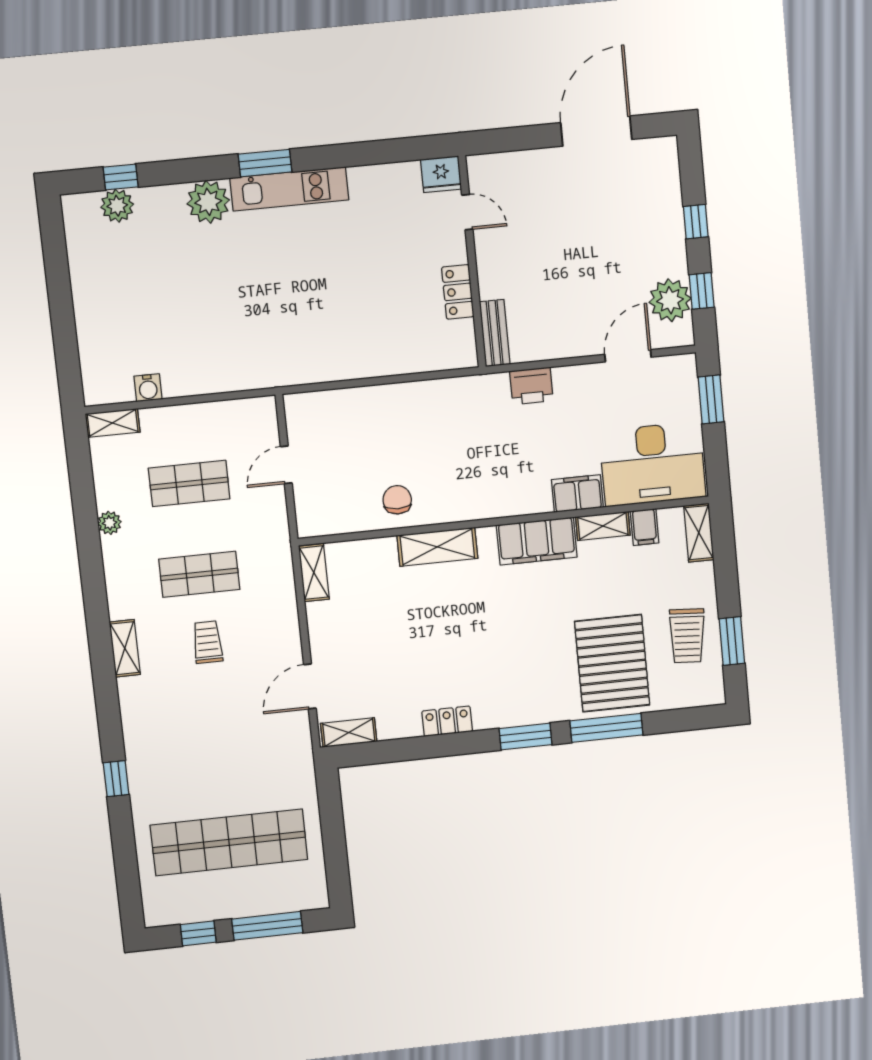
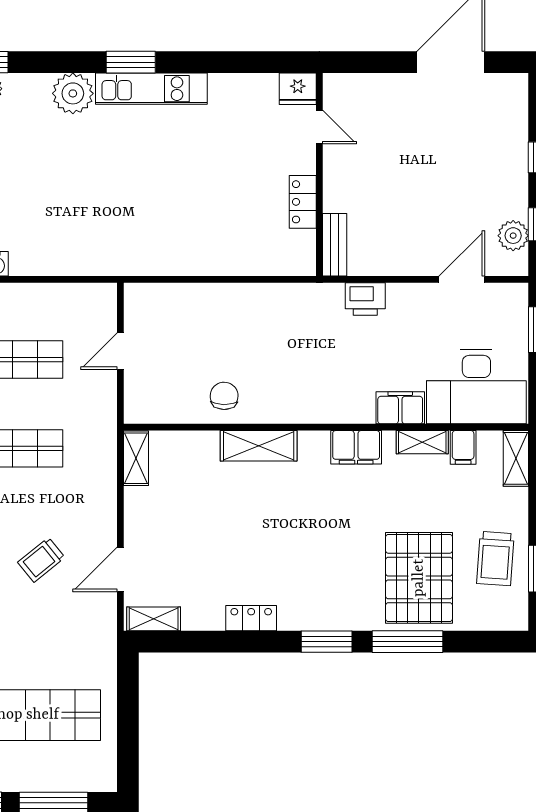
plant: (670, 300) -> (513, 236), width x0.73, depth x0.73
filing cabinet: (537, 541) -> (356, 447), width x0.67, depth x0.86
trolley: (208, 642) -> (41, 560), moved, turned -129

